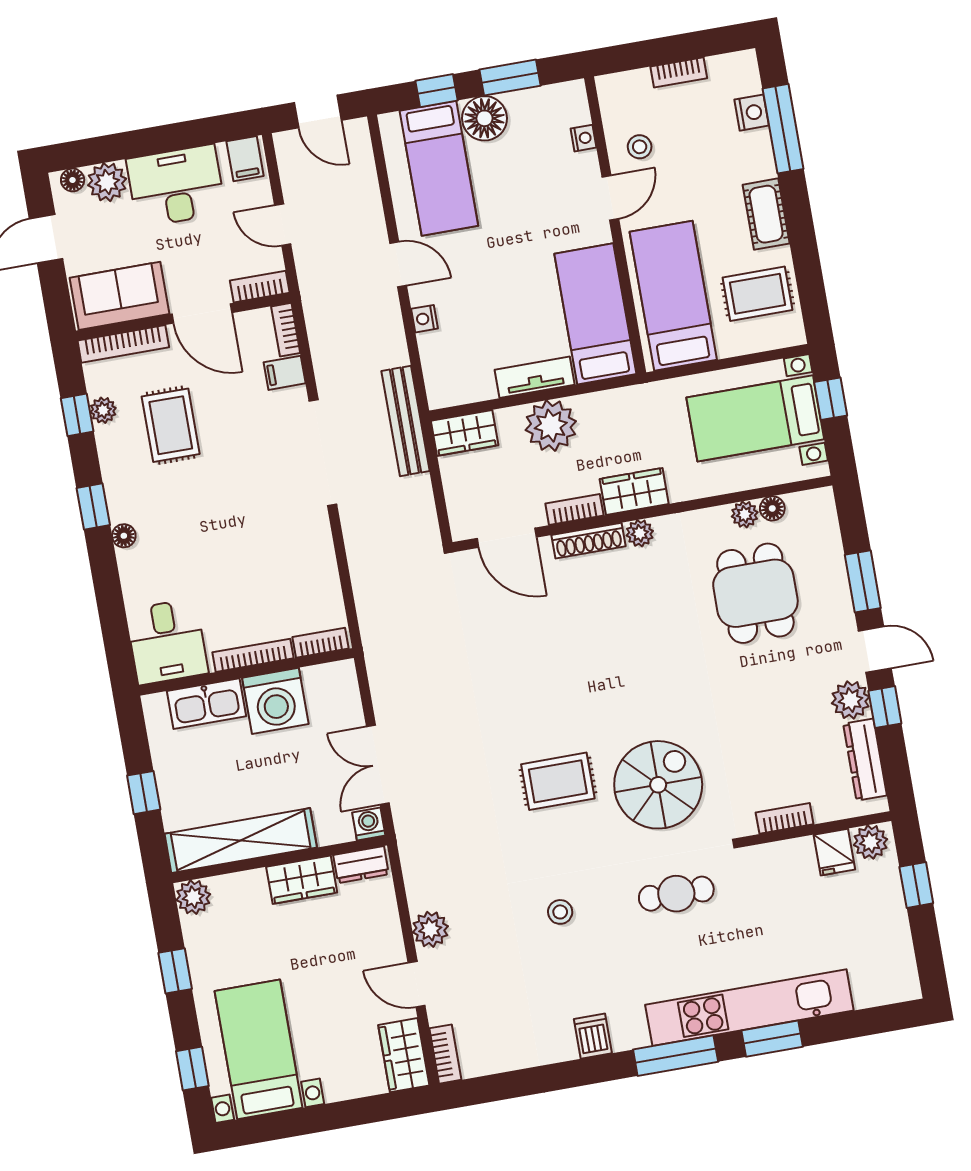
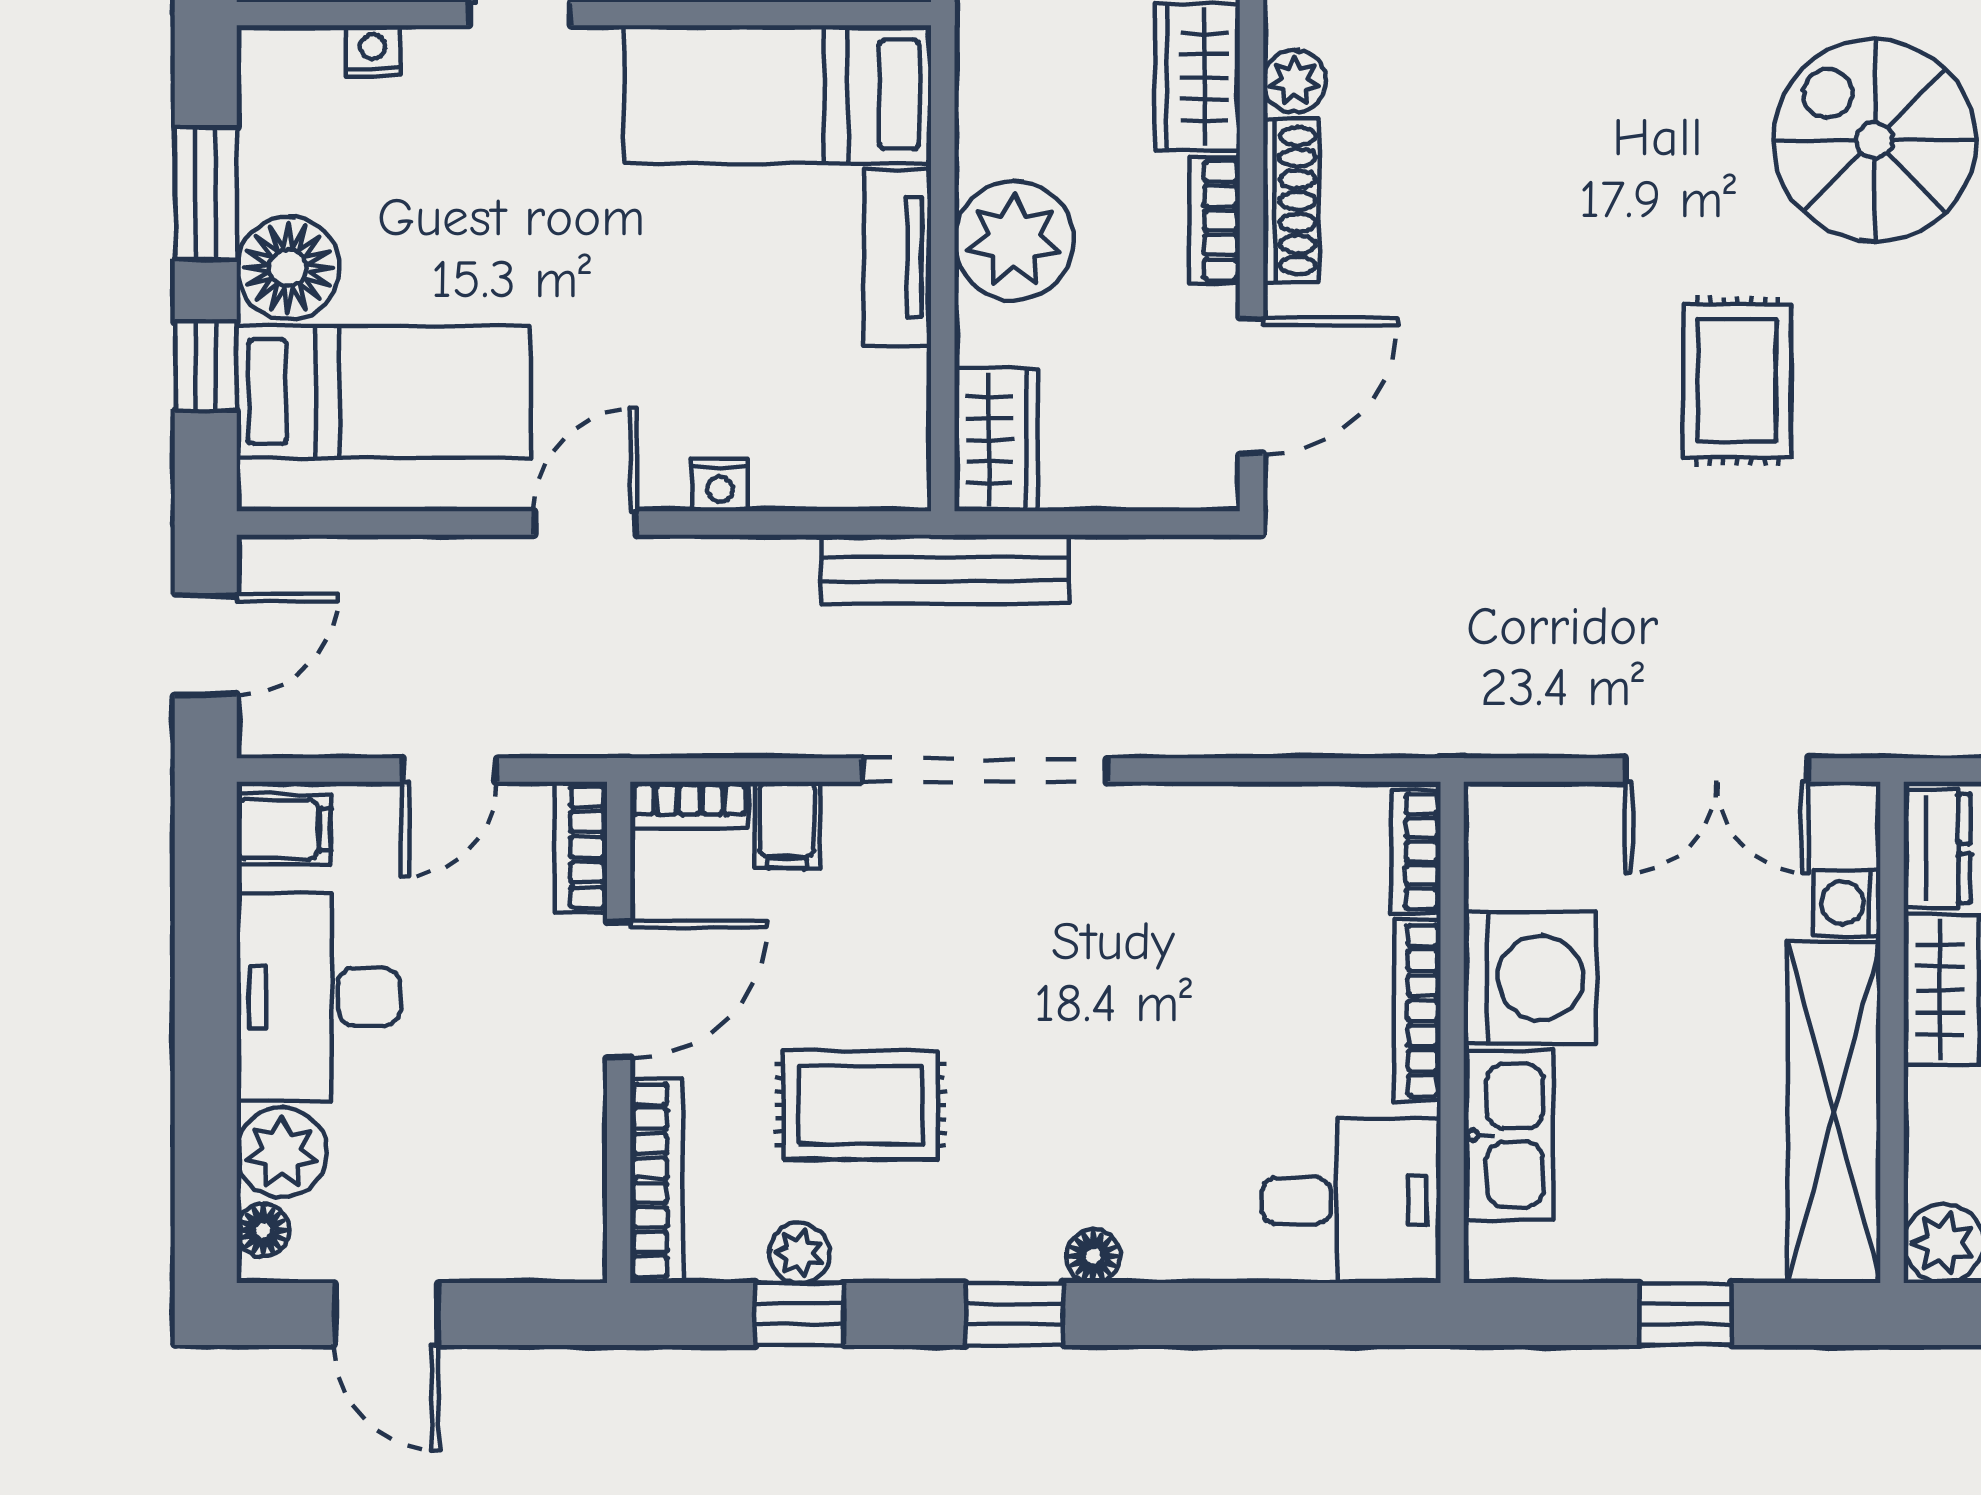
sofa: (119, 296) -> (546, 1170), removed
rug: (558, 781) -> (1737, 381), moved
washing machine: (369, 824) -> (1847, 903), moved

